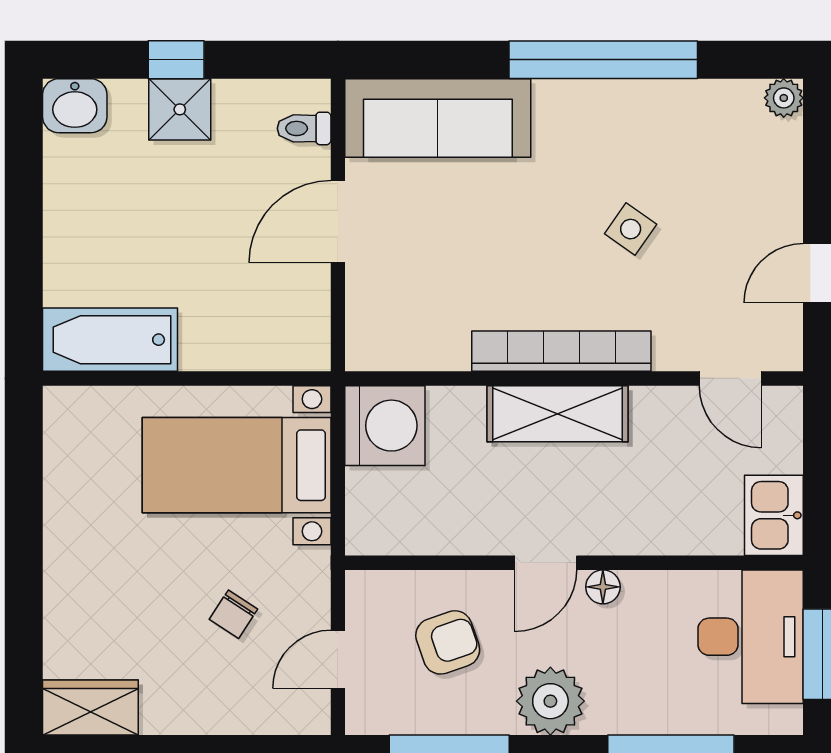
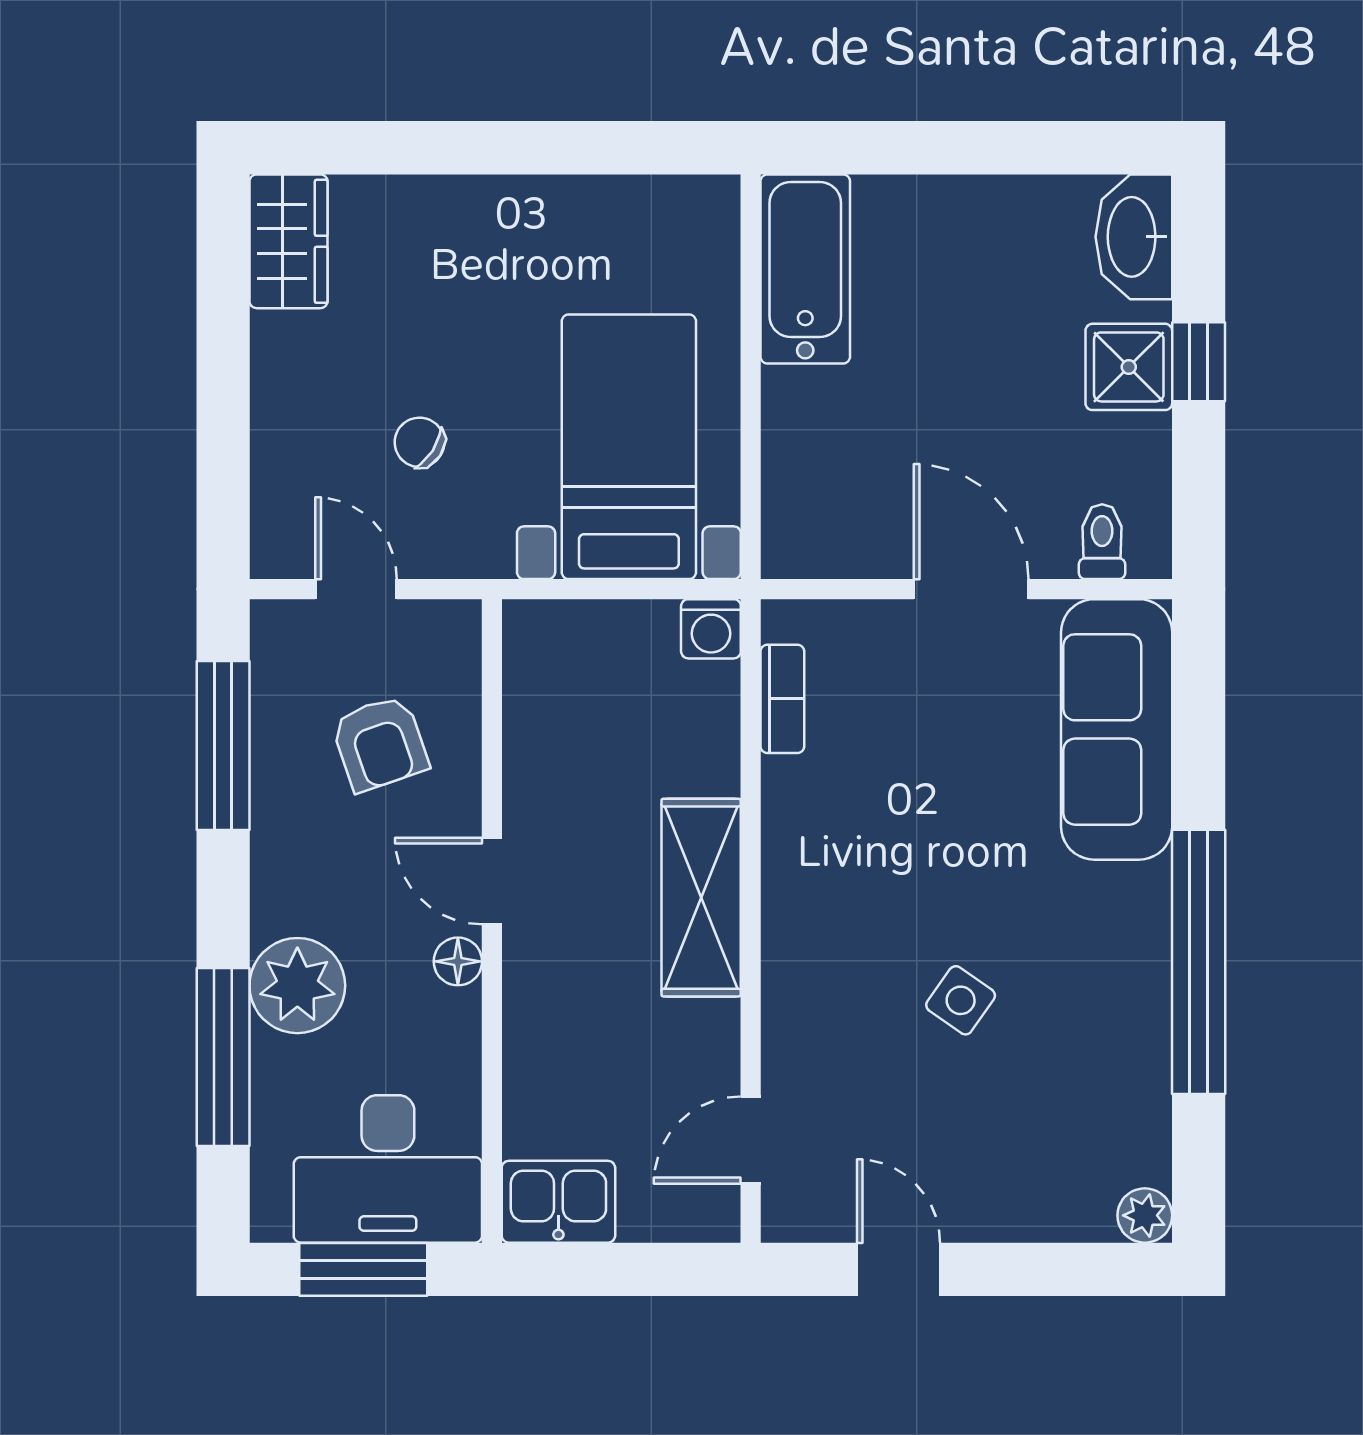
washbasin: (75, 106) -> (1134, 237), width x1.38
bookcase: (561, 351) -> (782, 699), moved, width x0.43, depth x0.76
washing machine: (385, 426) -> (711, 629), width x0.53, depth x0.53
plant: (550, 701) -> (297, 986), moved

